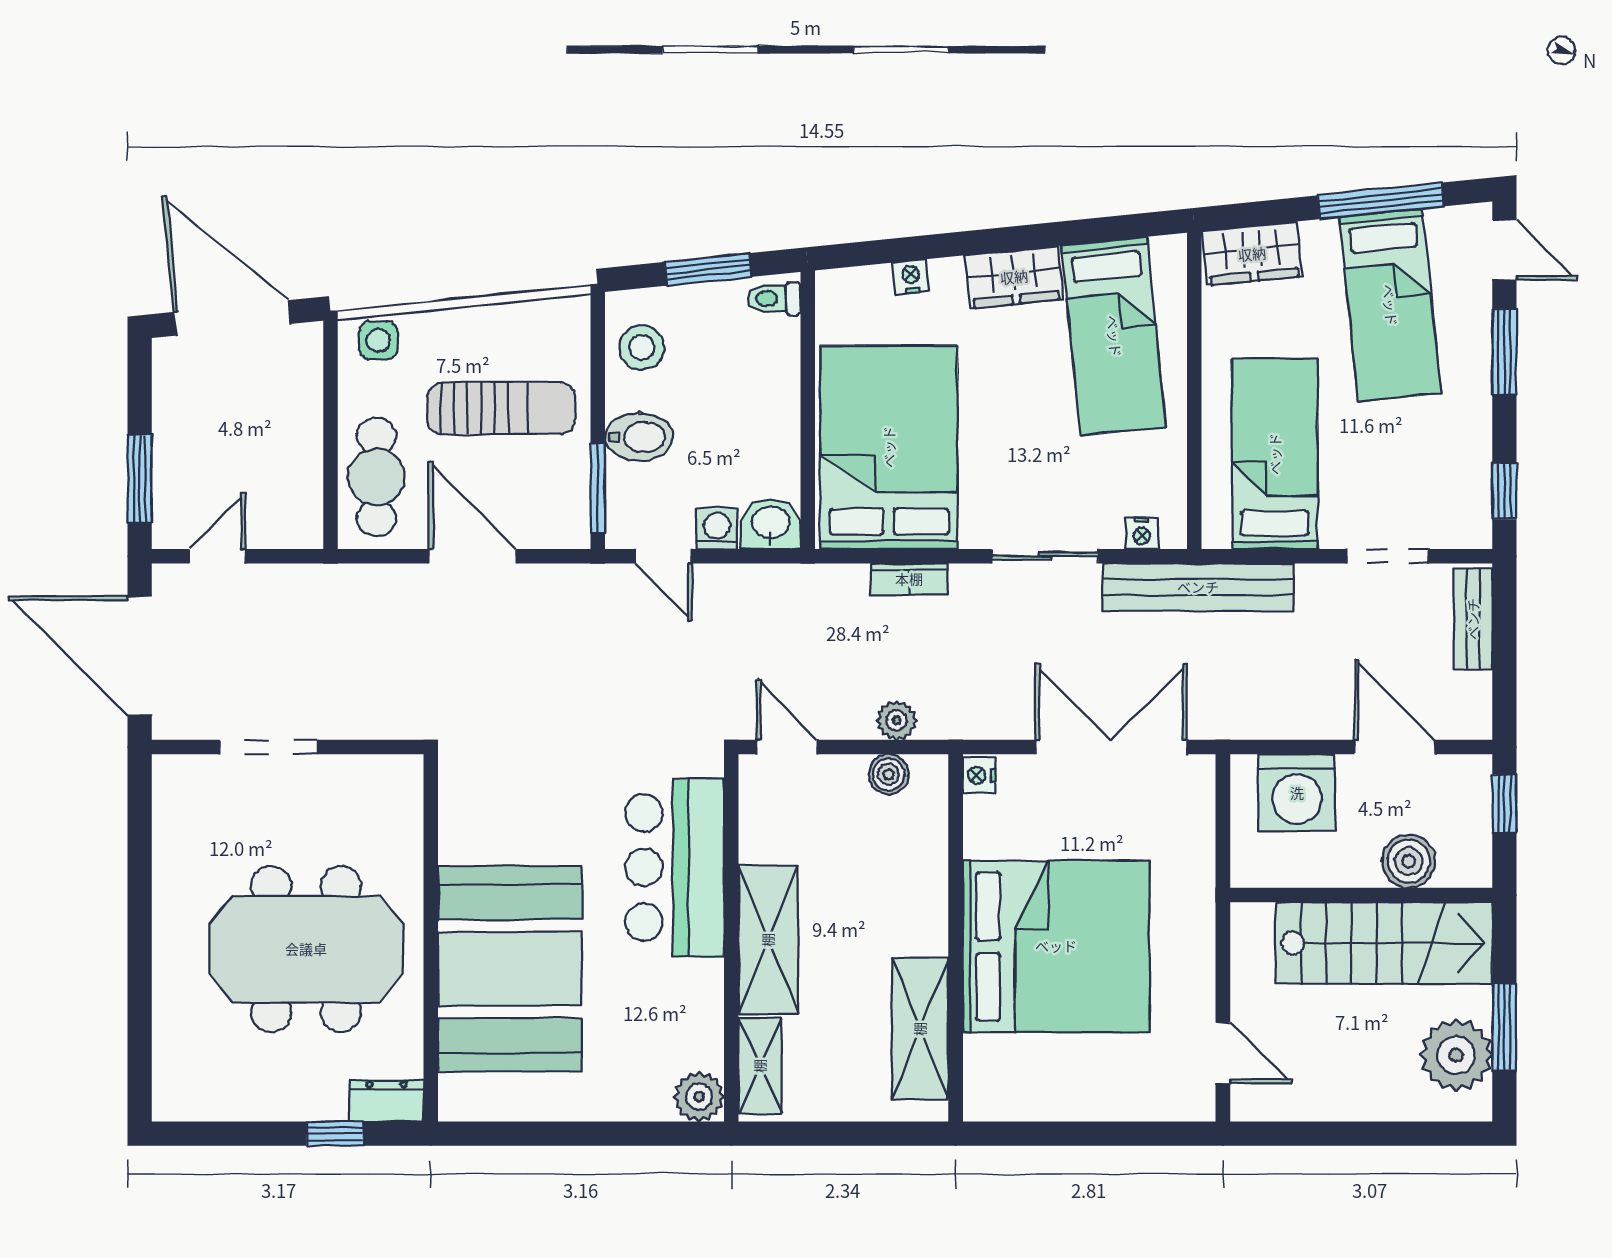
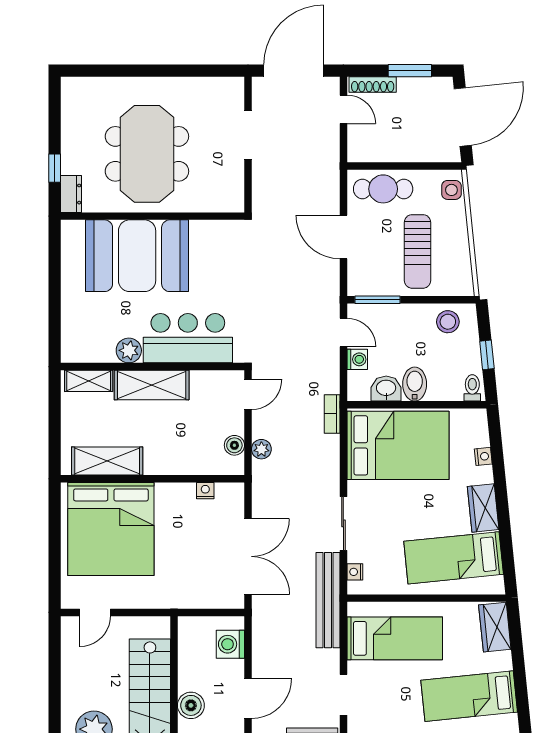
window: (1381, 201) -> (521, 691), removed
window: (708, 269) -> (487, 355), width x0.67
bidet: (639, 437) -> (415, 384), moved, turned 180
window: (140, 479) -> (410, 71), moved
shoe rack: (167, 498) -> (373, 84), added
washbasin: (771, 524) -> (386, 389), moved, turned -90
door: (472, 556) -> (343, 237), swing flipped
door: (663, 556) -> (343, 332), swing flipped
bookcase: (909, 579) -> (332, 414), moved
nightstand: (979, 775) -> (205, 491), moved
washing machine: (1297, 793) -> (230, 644), width x0.73, depth x0.73
bed: (1056, 946) -> (111, 529), moved
plant: (699, 1097) -> (129, 350), moved

